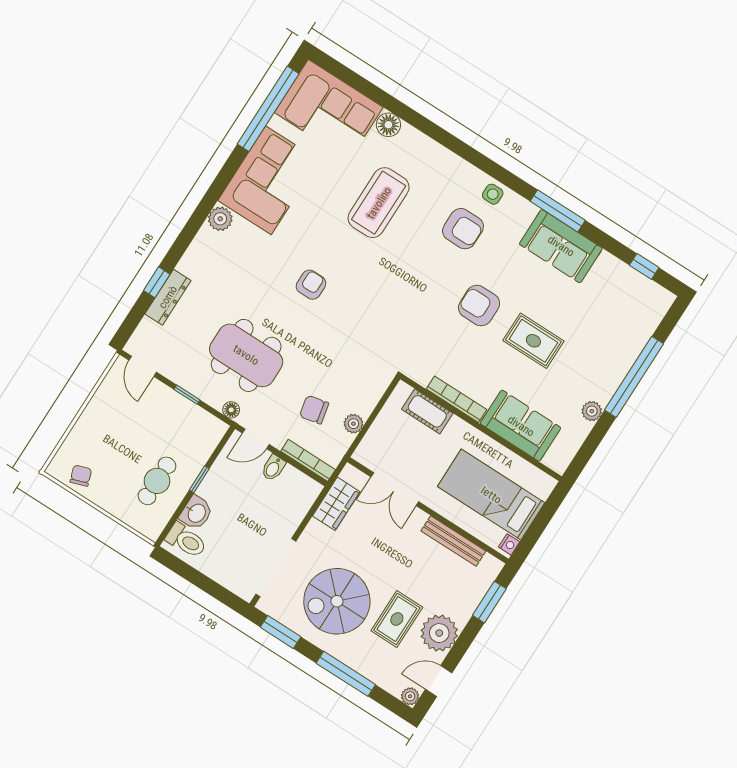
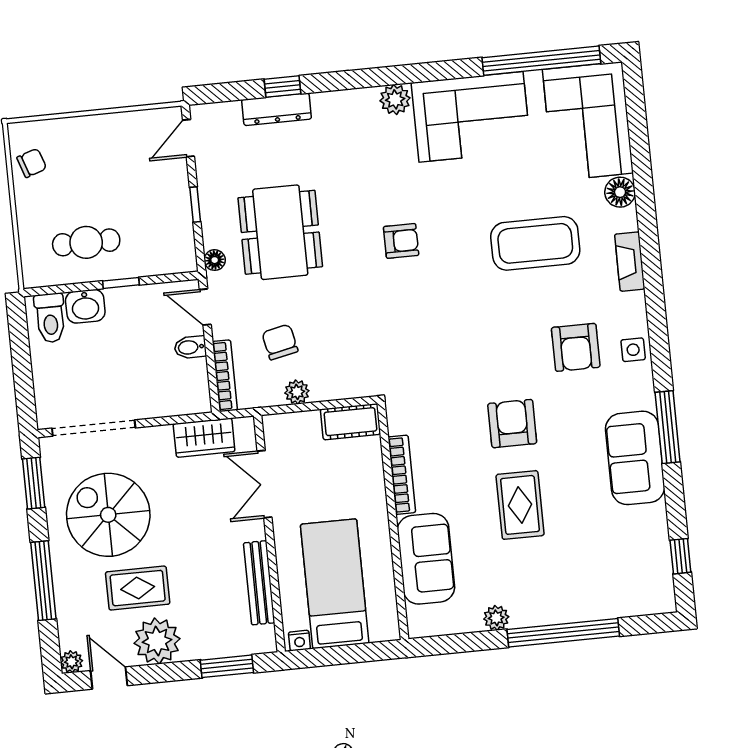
fireplace: (436, 153) -> (630, 262), added
cot: (427, 411) -> (350, 422), moved, turned 90

